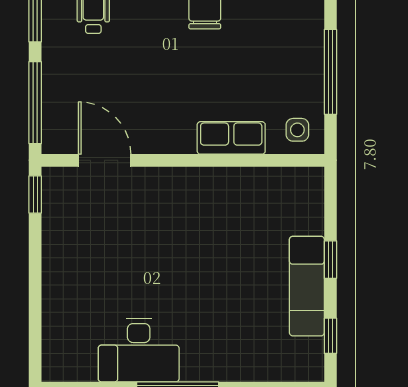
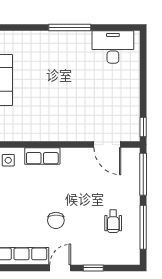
desk: (139, 350) -> (113, 47), moved

